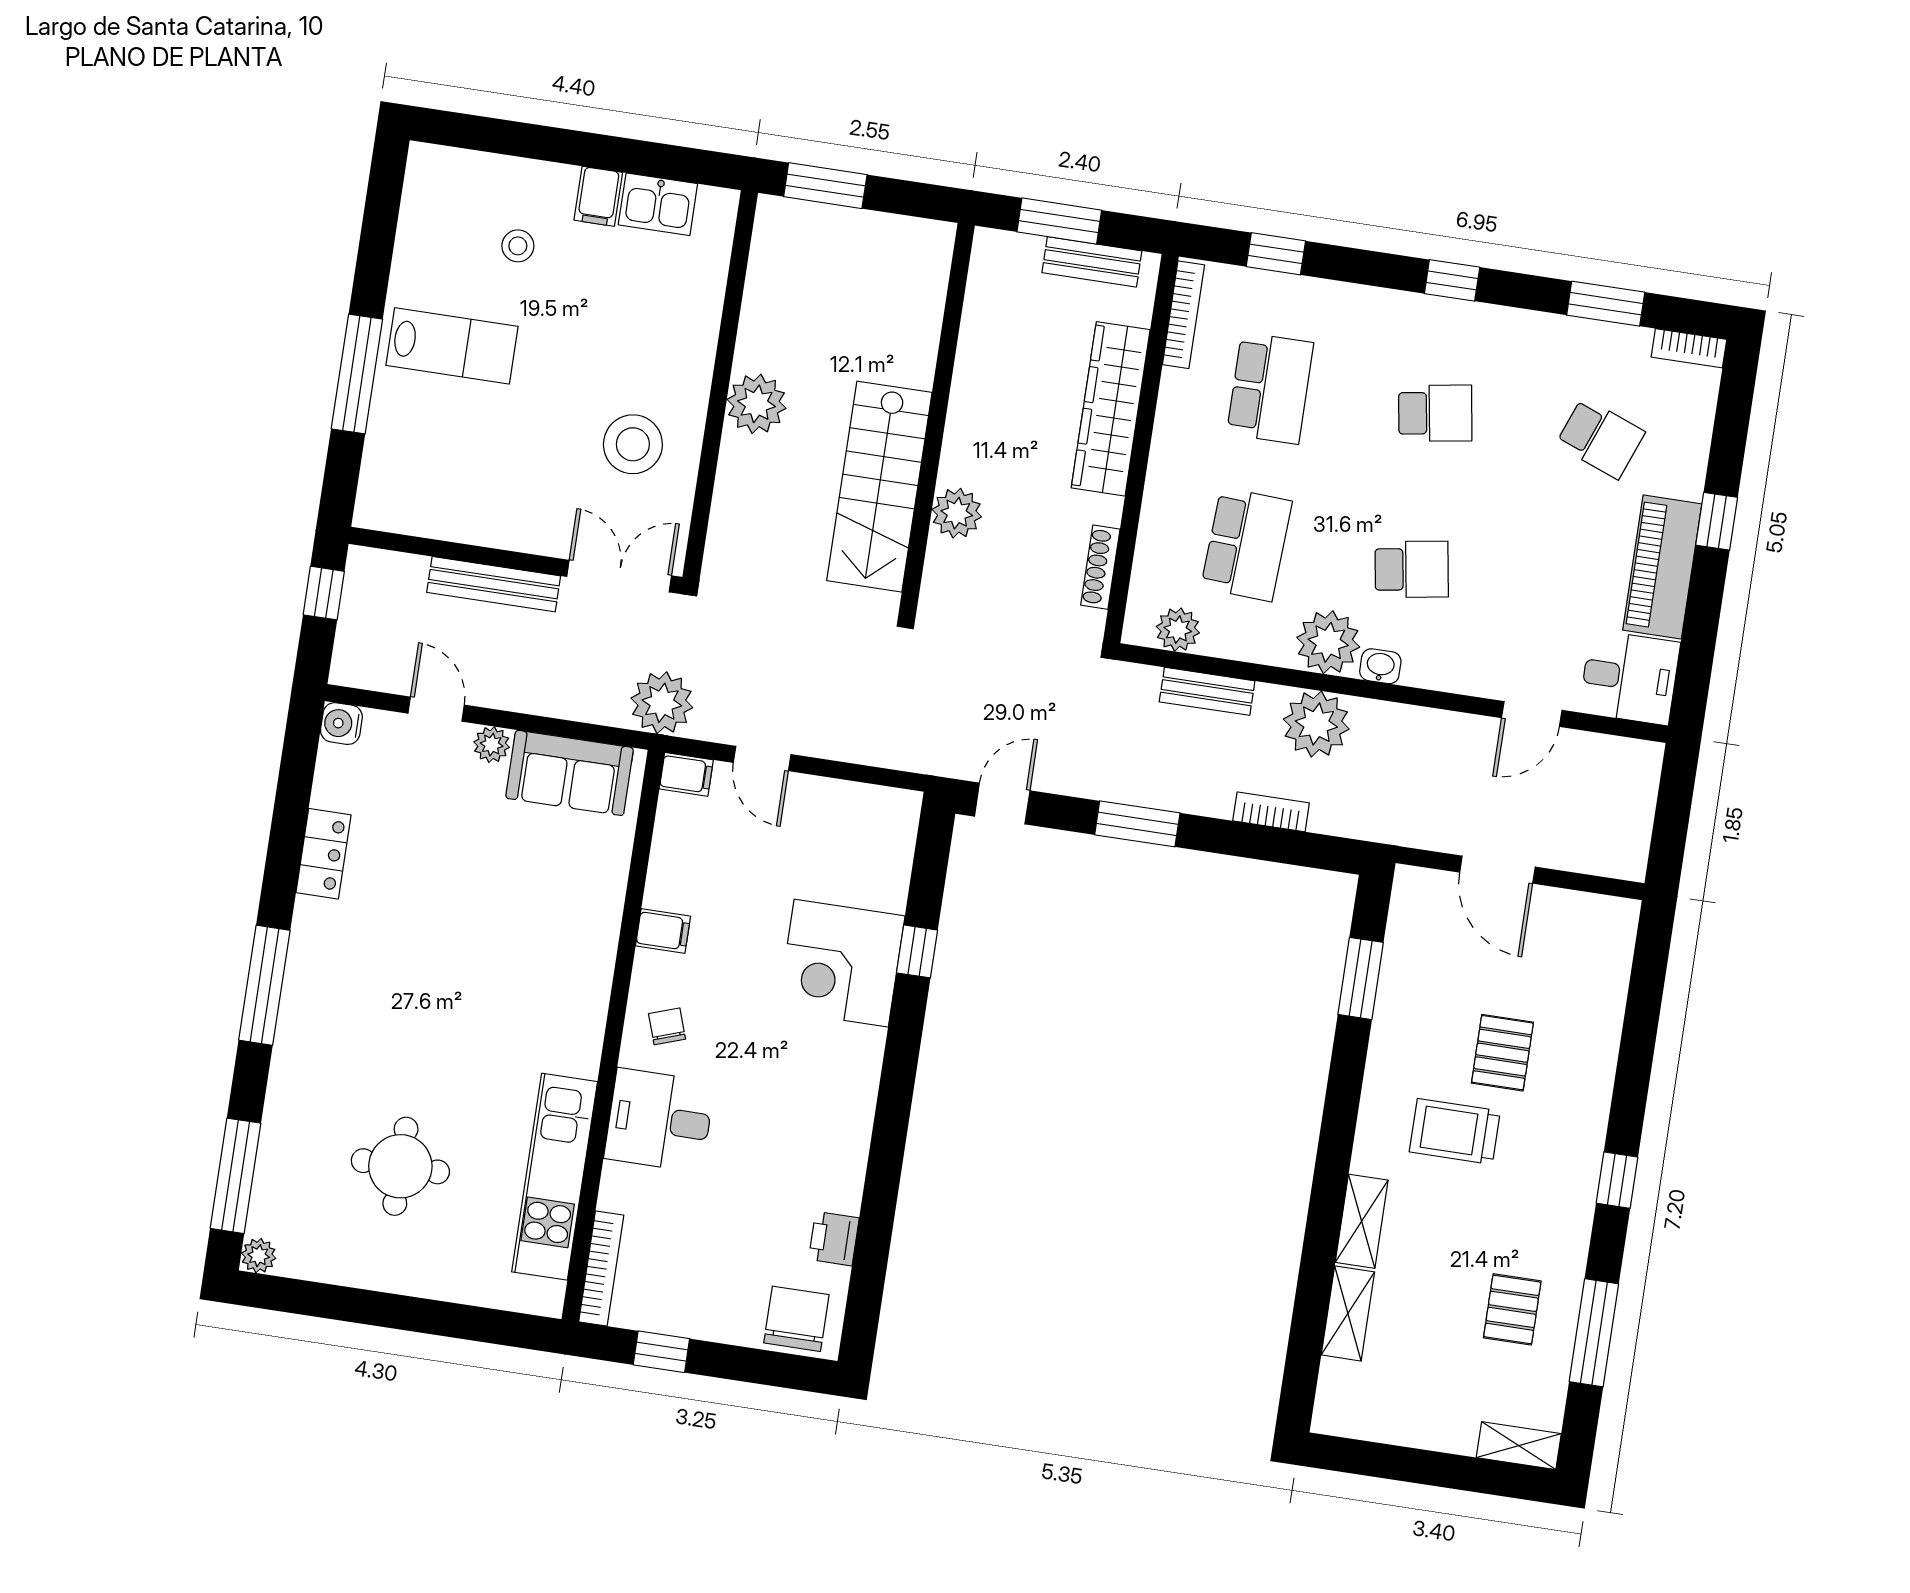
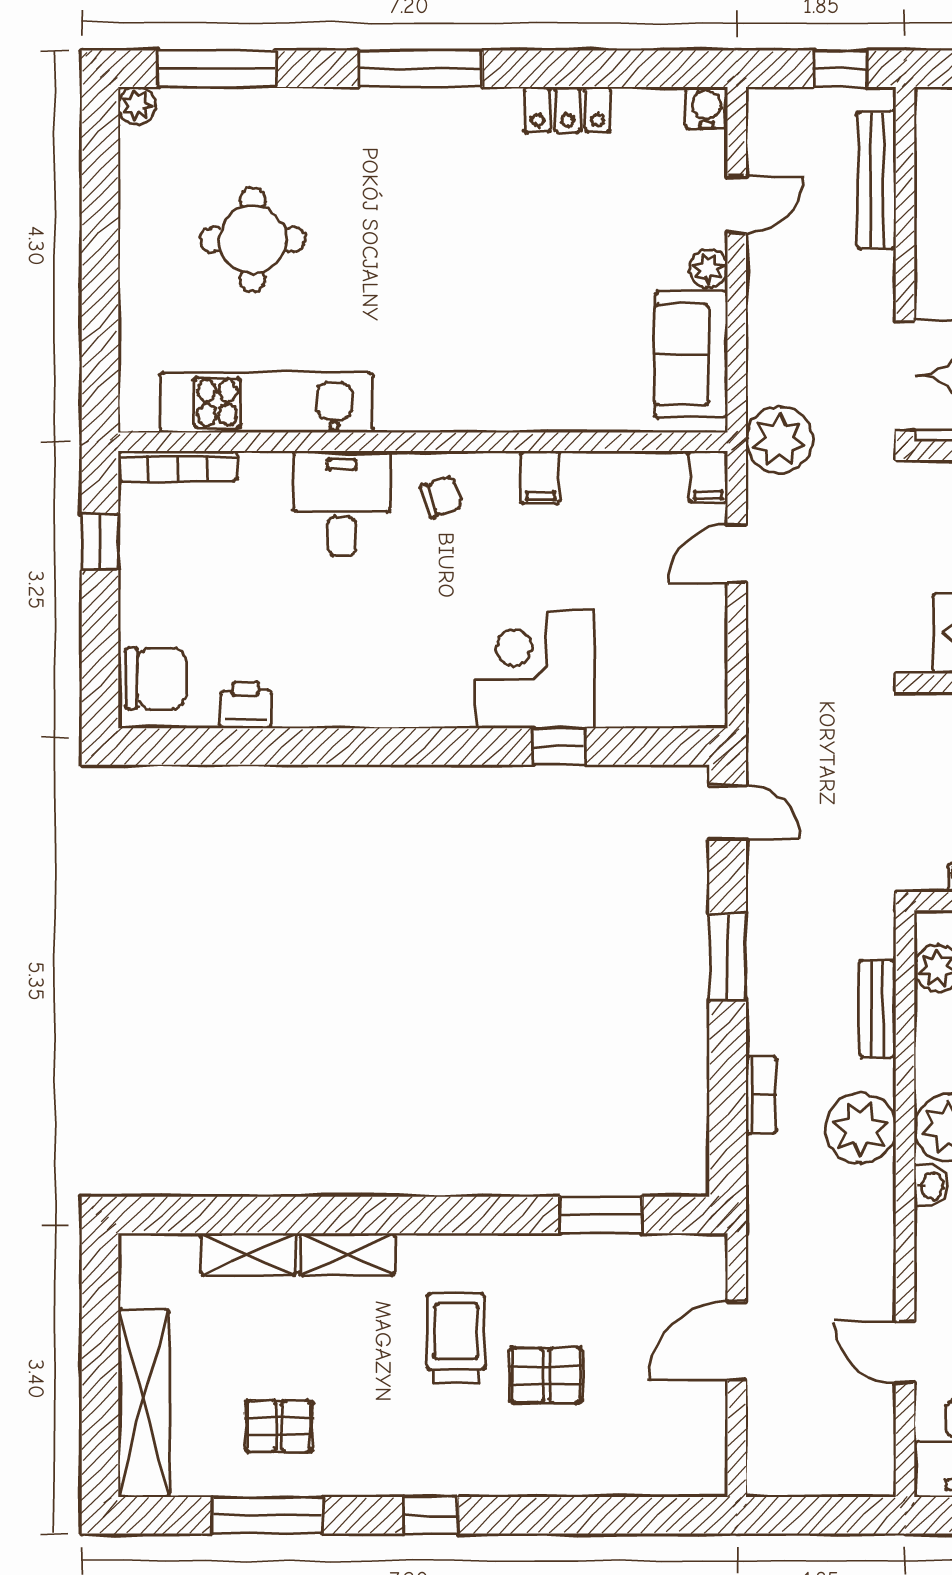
bench: (494, 584) -> (877, 180), moved
shelving: (1519, 1446) -> (144, 1403), width x2.20, depth x1.33

